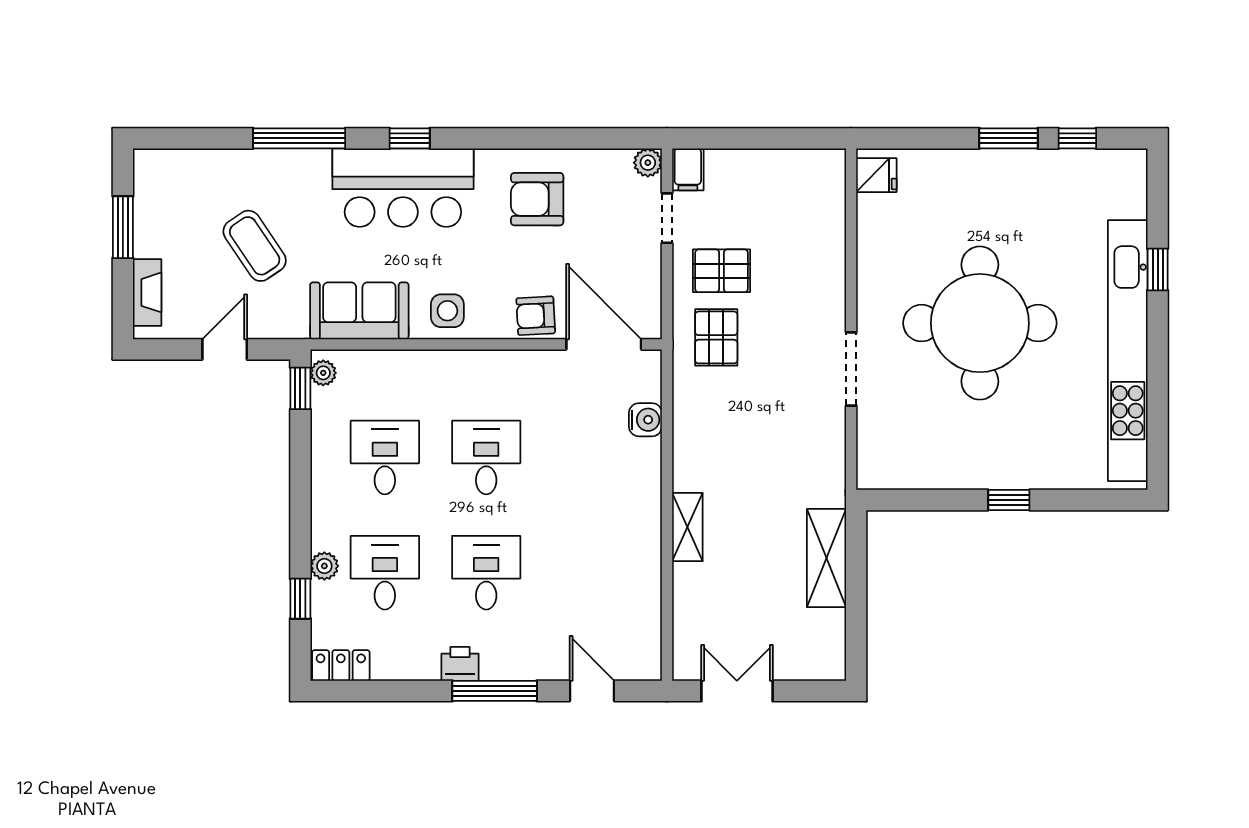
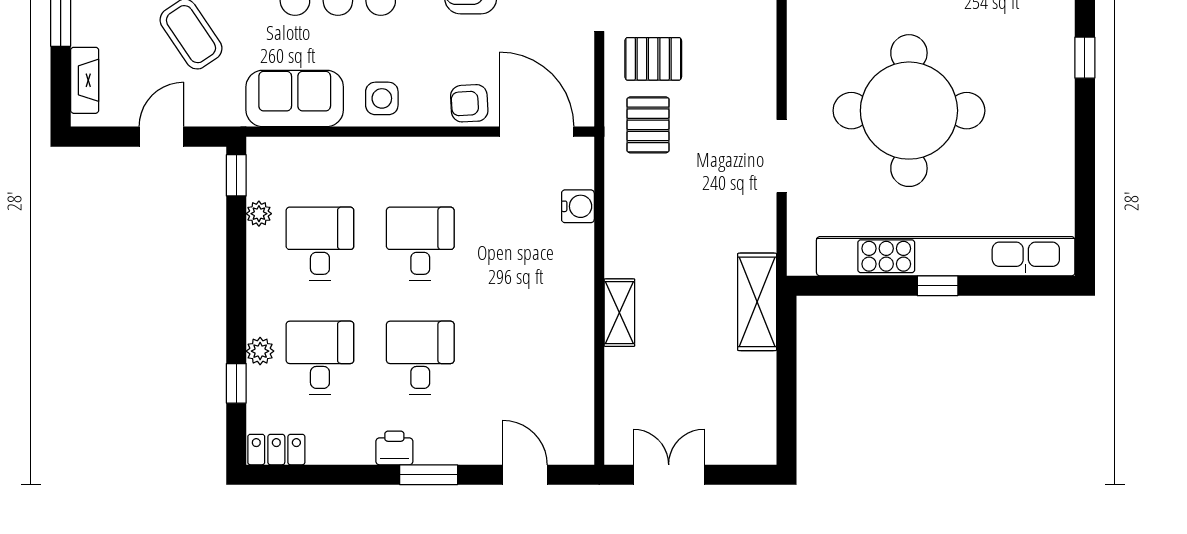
kitchen unit: (1128, 351) -> (946, 256), moved, turned 90
plant: (323, 373) -> (259, 214), moved
shelving: (826, 558) -> (757, 302), moved
window: (495, 691) -> (429, 475), width x0.69

